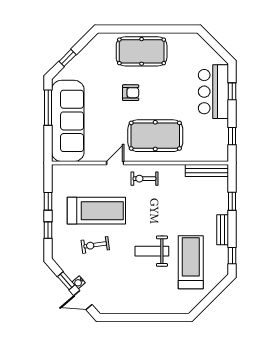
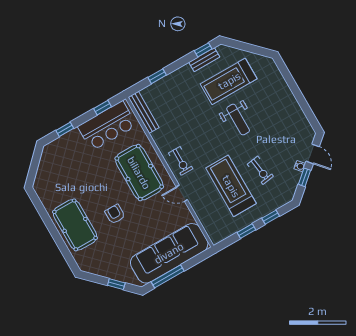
bar counter: (213, 92) -> (107, 126), moved
bench: (223, 230) -> (204, 60), moved

